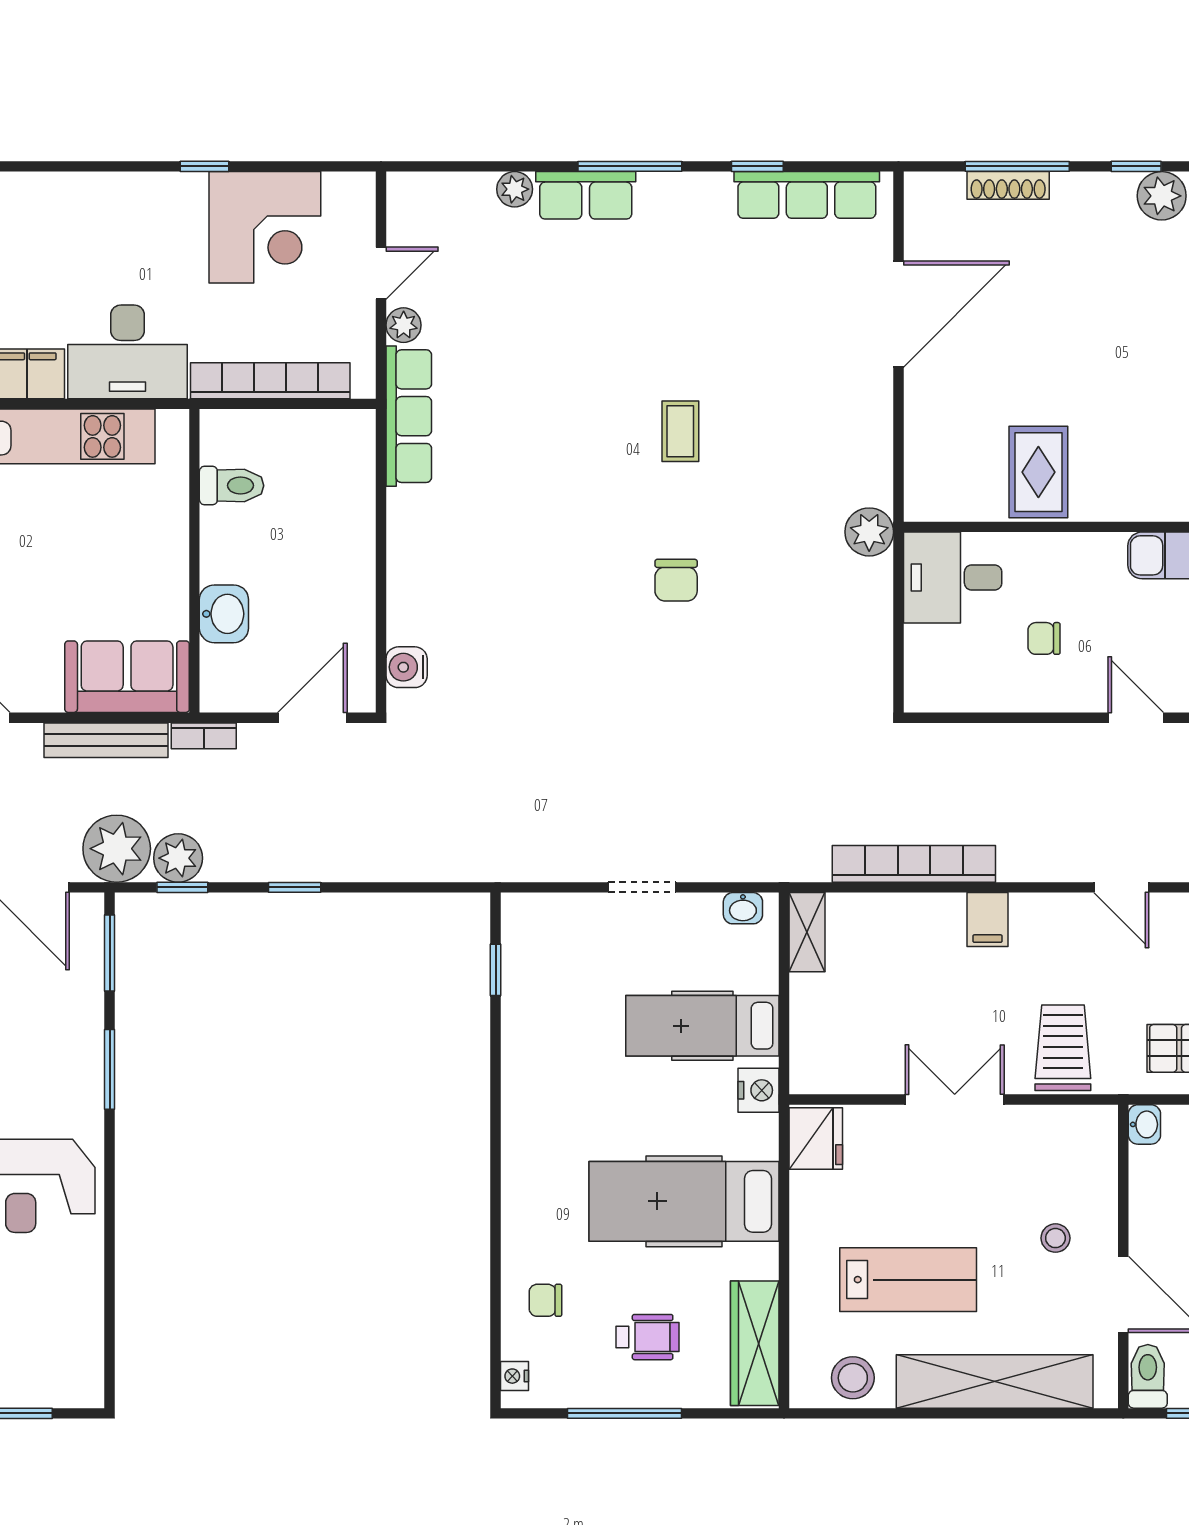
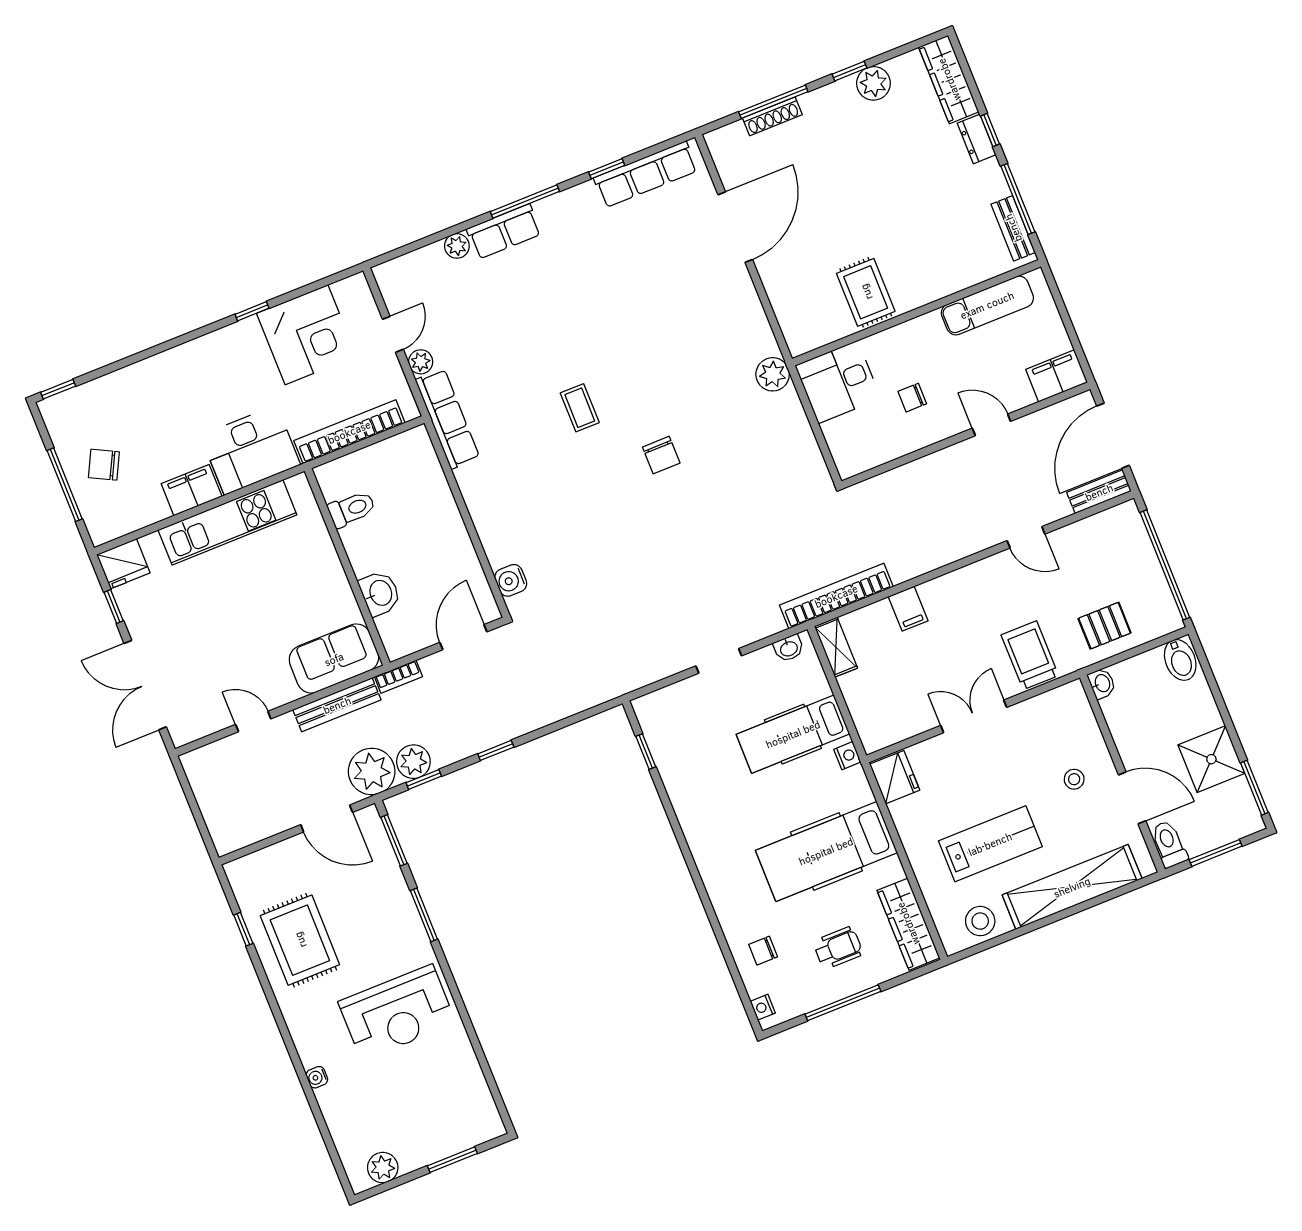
coffee table: (680, 431) -> (580, 408), moved
bookcase: (914, 864) -> (836, 596), moved
filing cabinet: (987, 920) -> (908, 609), moved
nightstand: (758, 1090) -> (847, 756), width x0.72, depth x0.74

